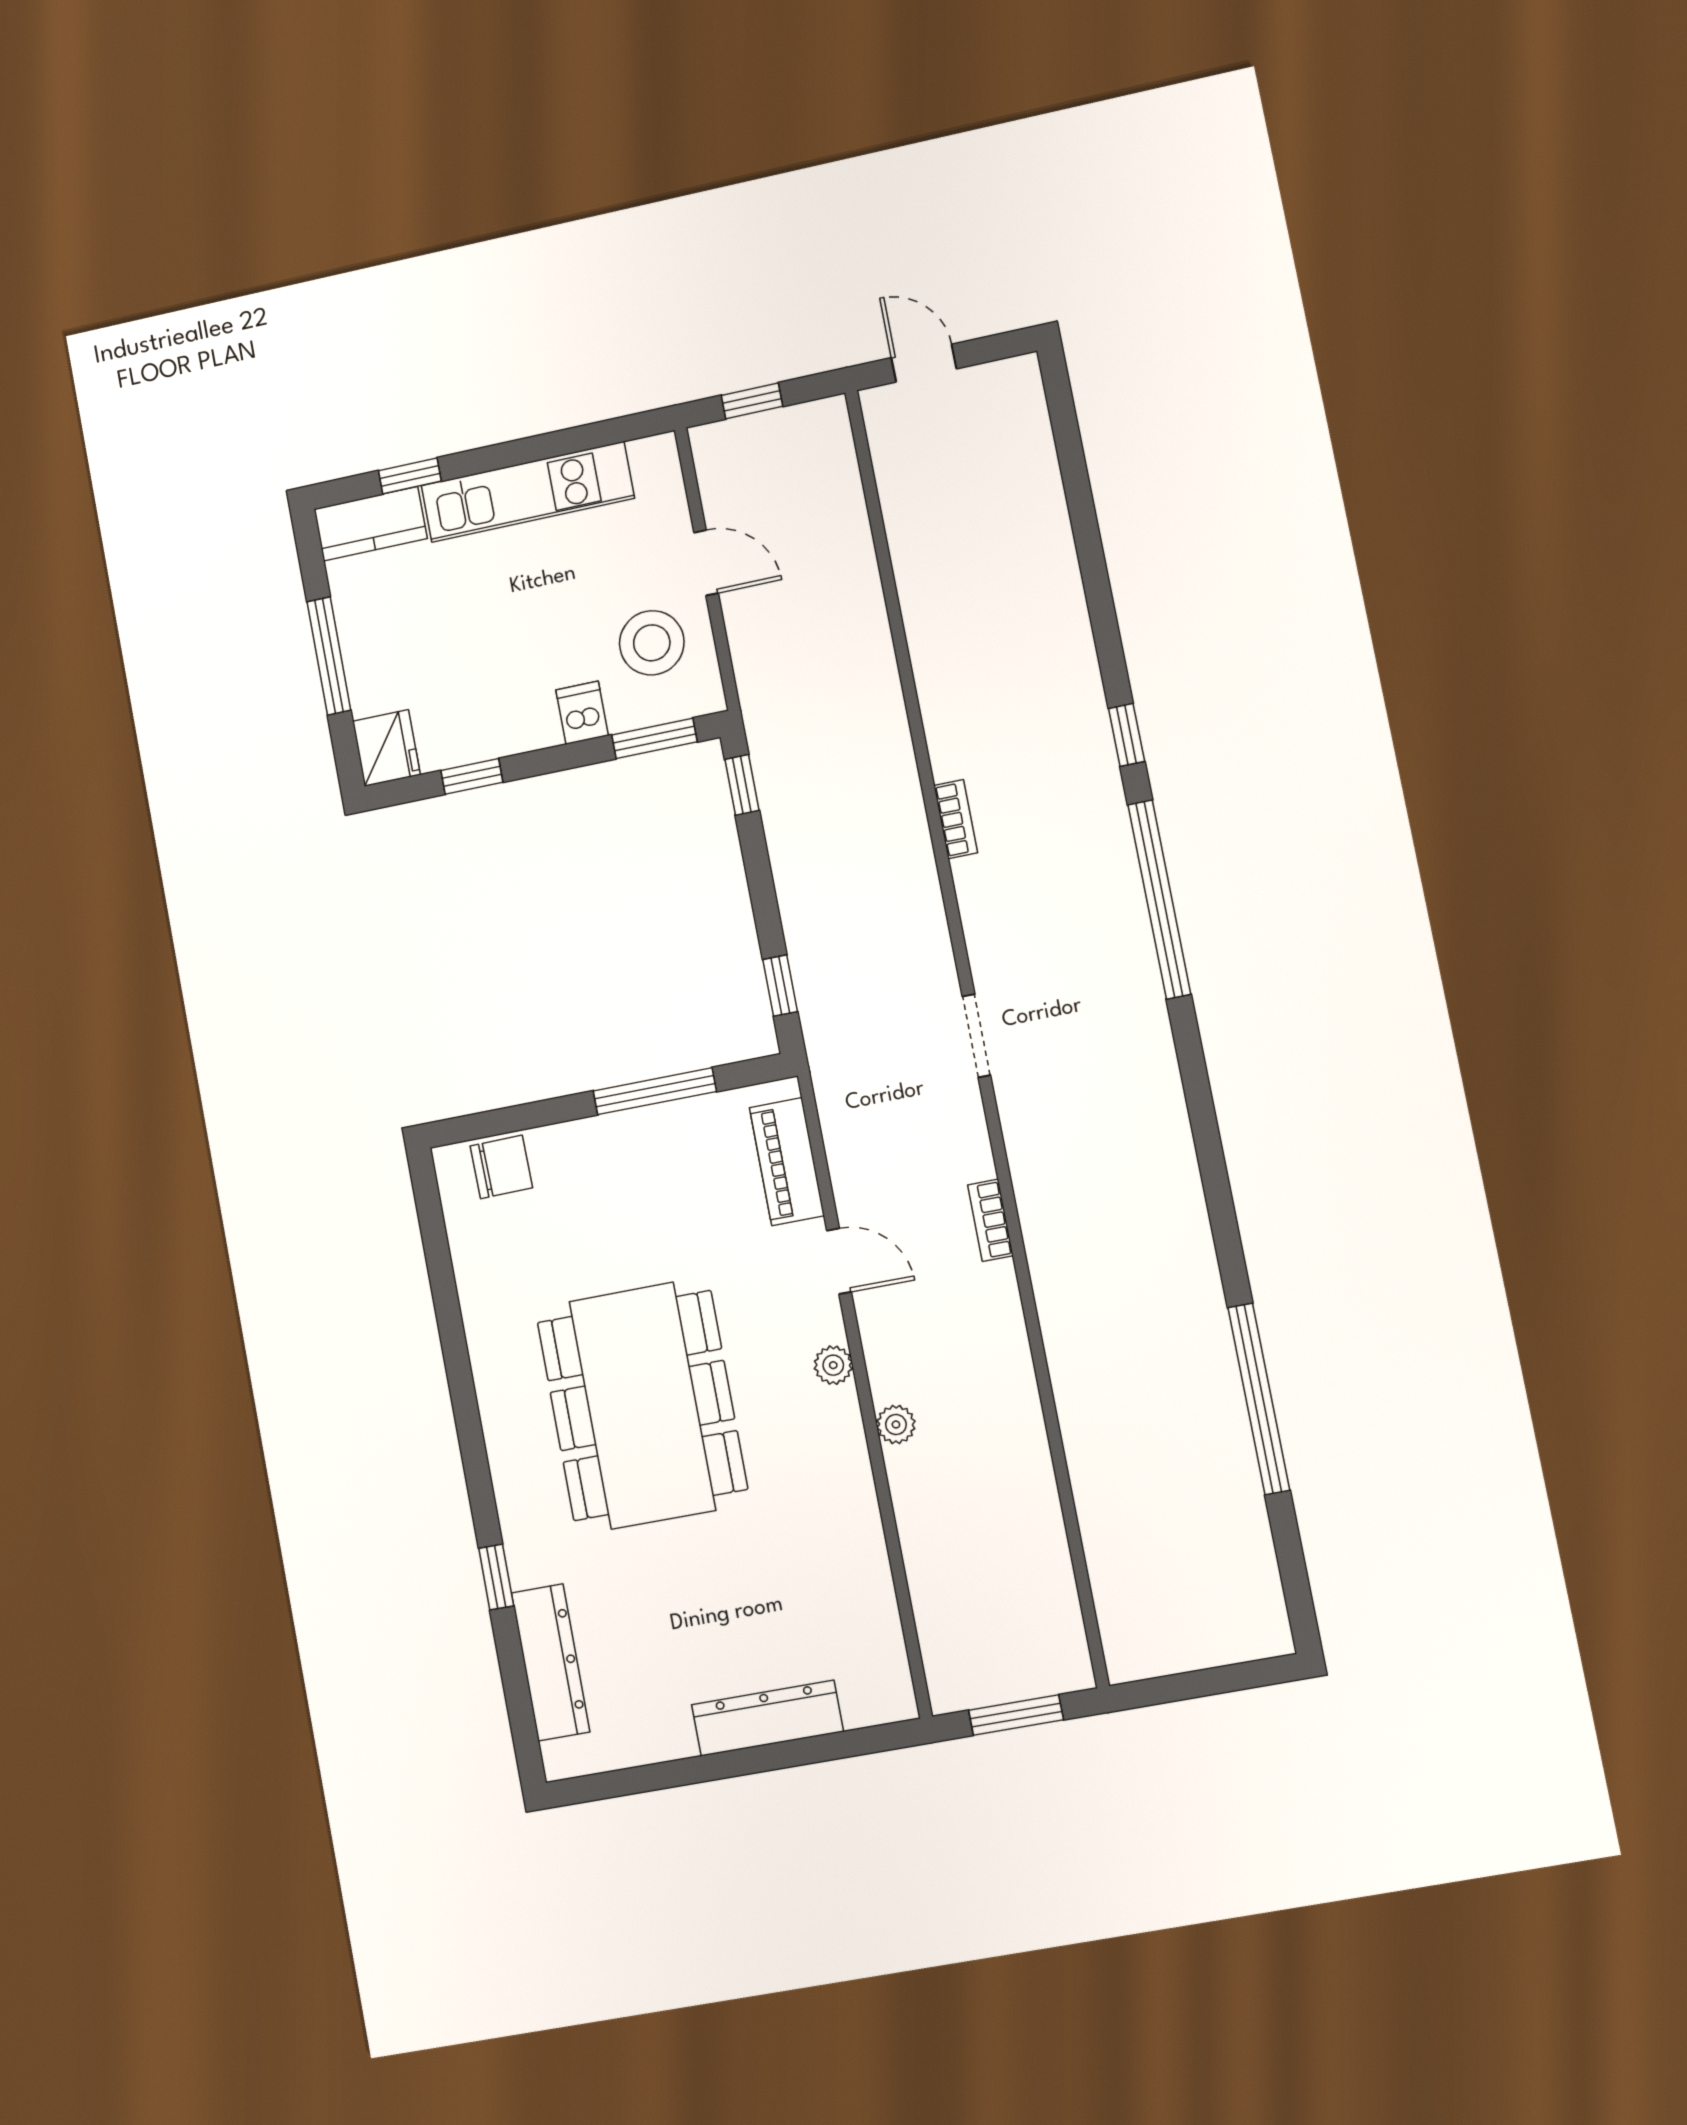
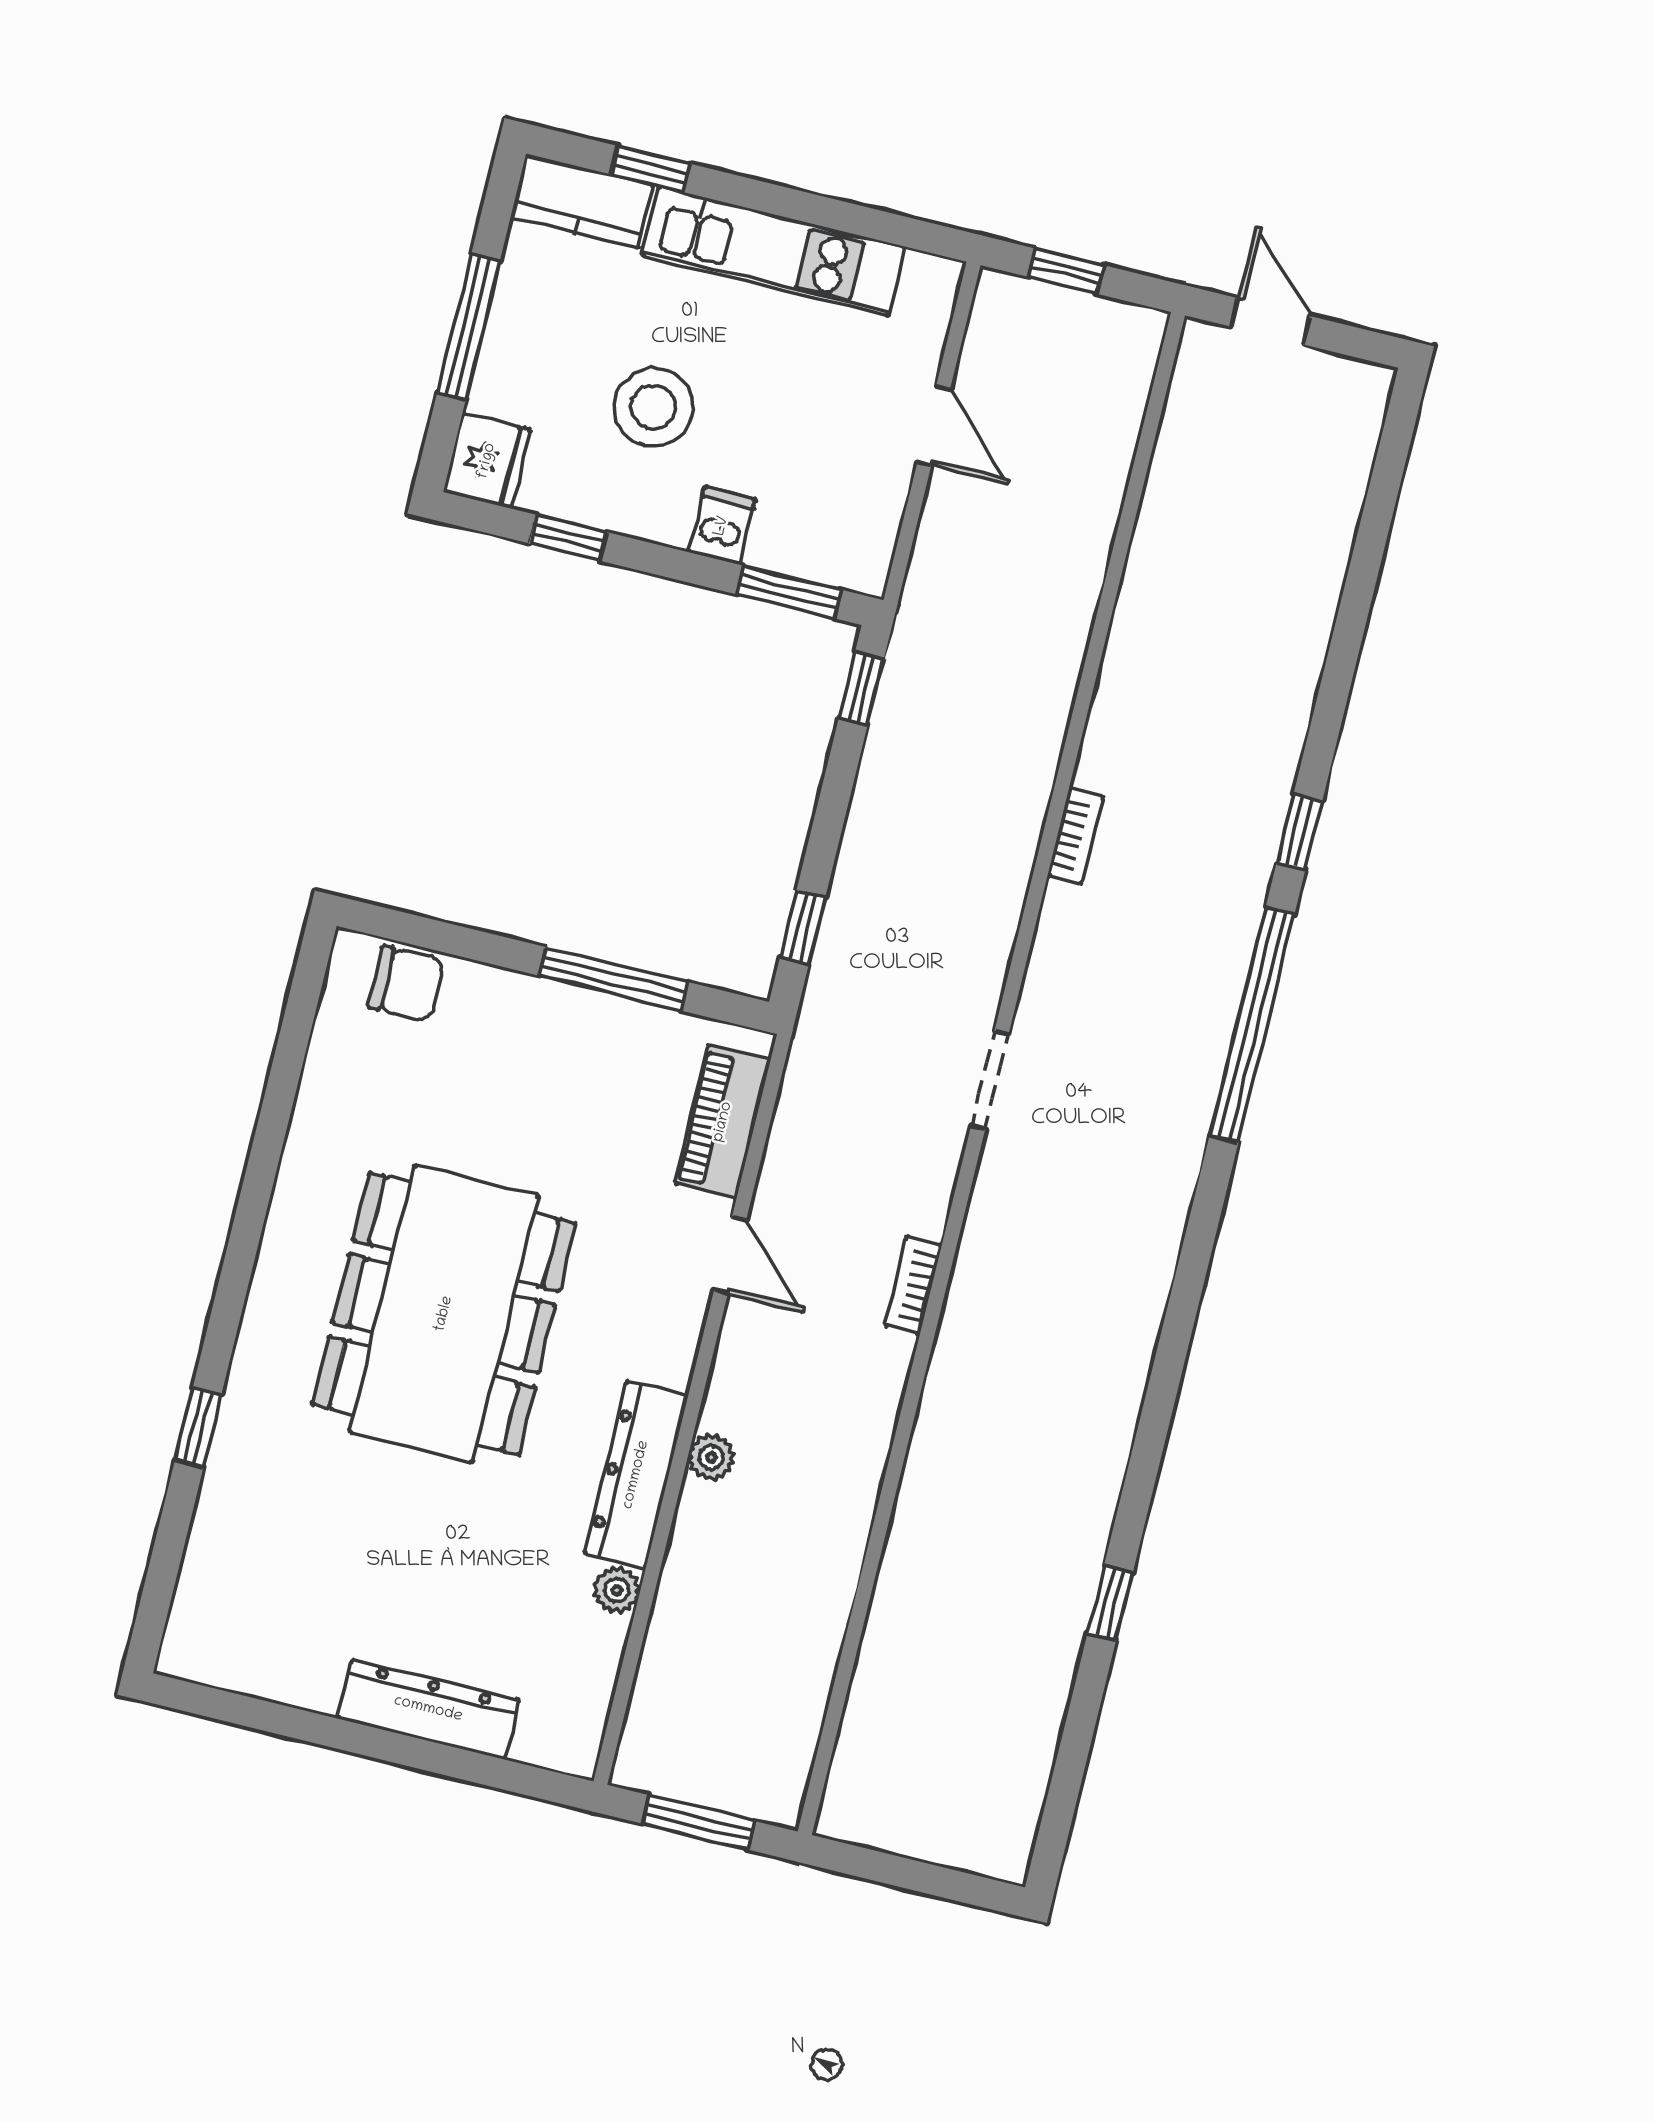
stool: (652, 643) -> (653, 407), moved
plant: (833, 1365) -> (617, 1590), moved
window: (1259, 1399) -> (1110, 1603), width x0.32
dresser: (551, 1662) -> (636, 1475), moved, turned 180

